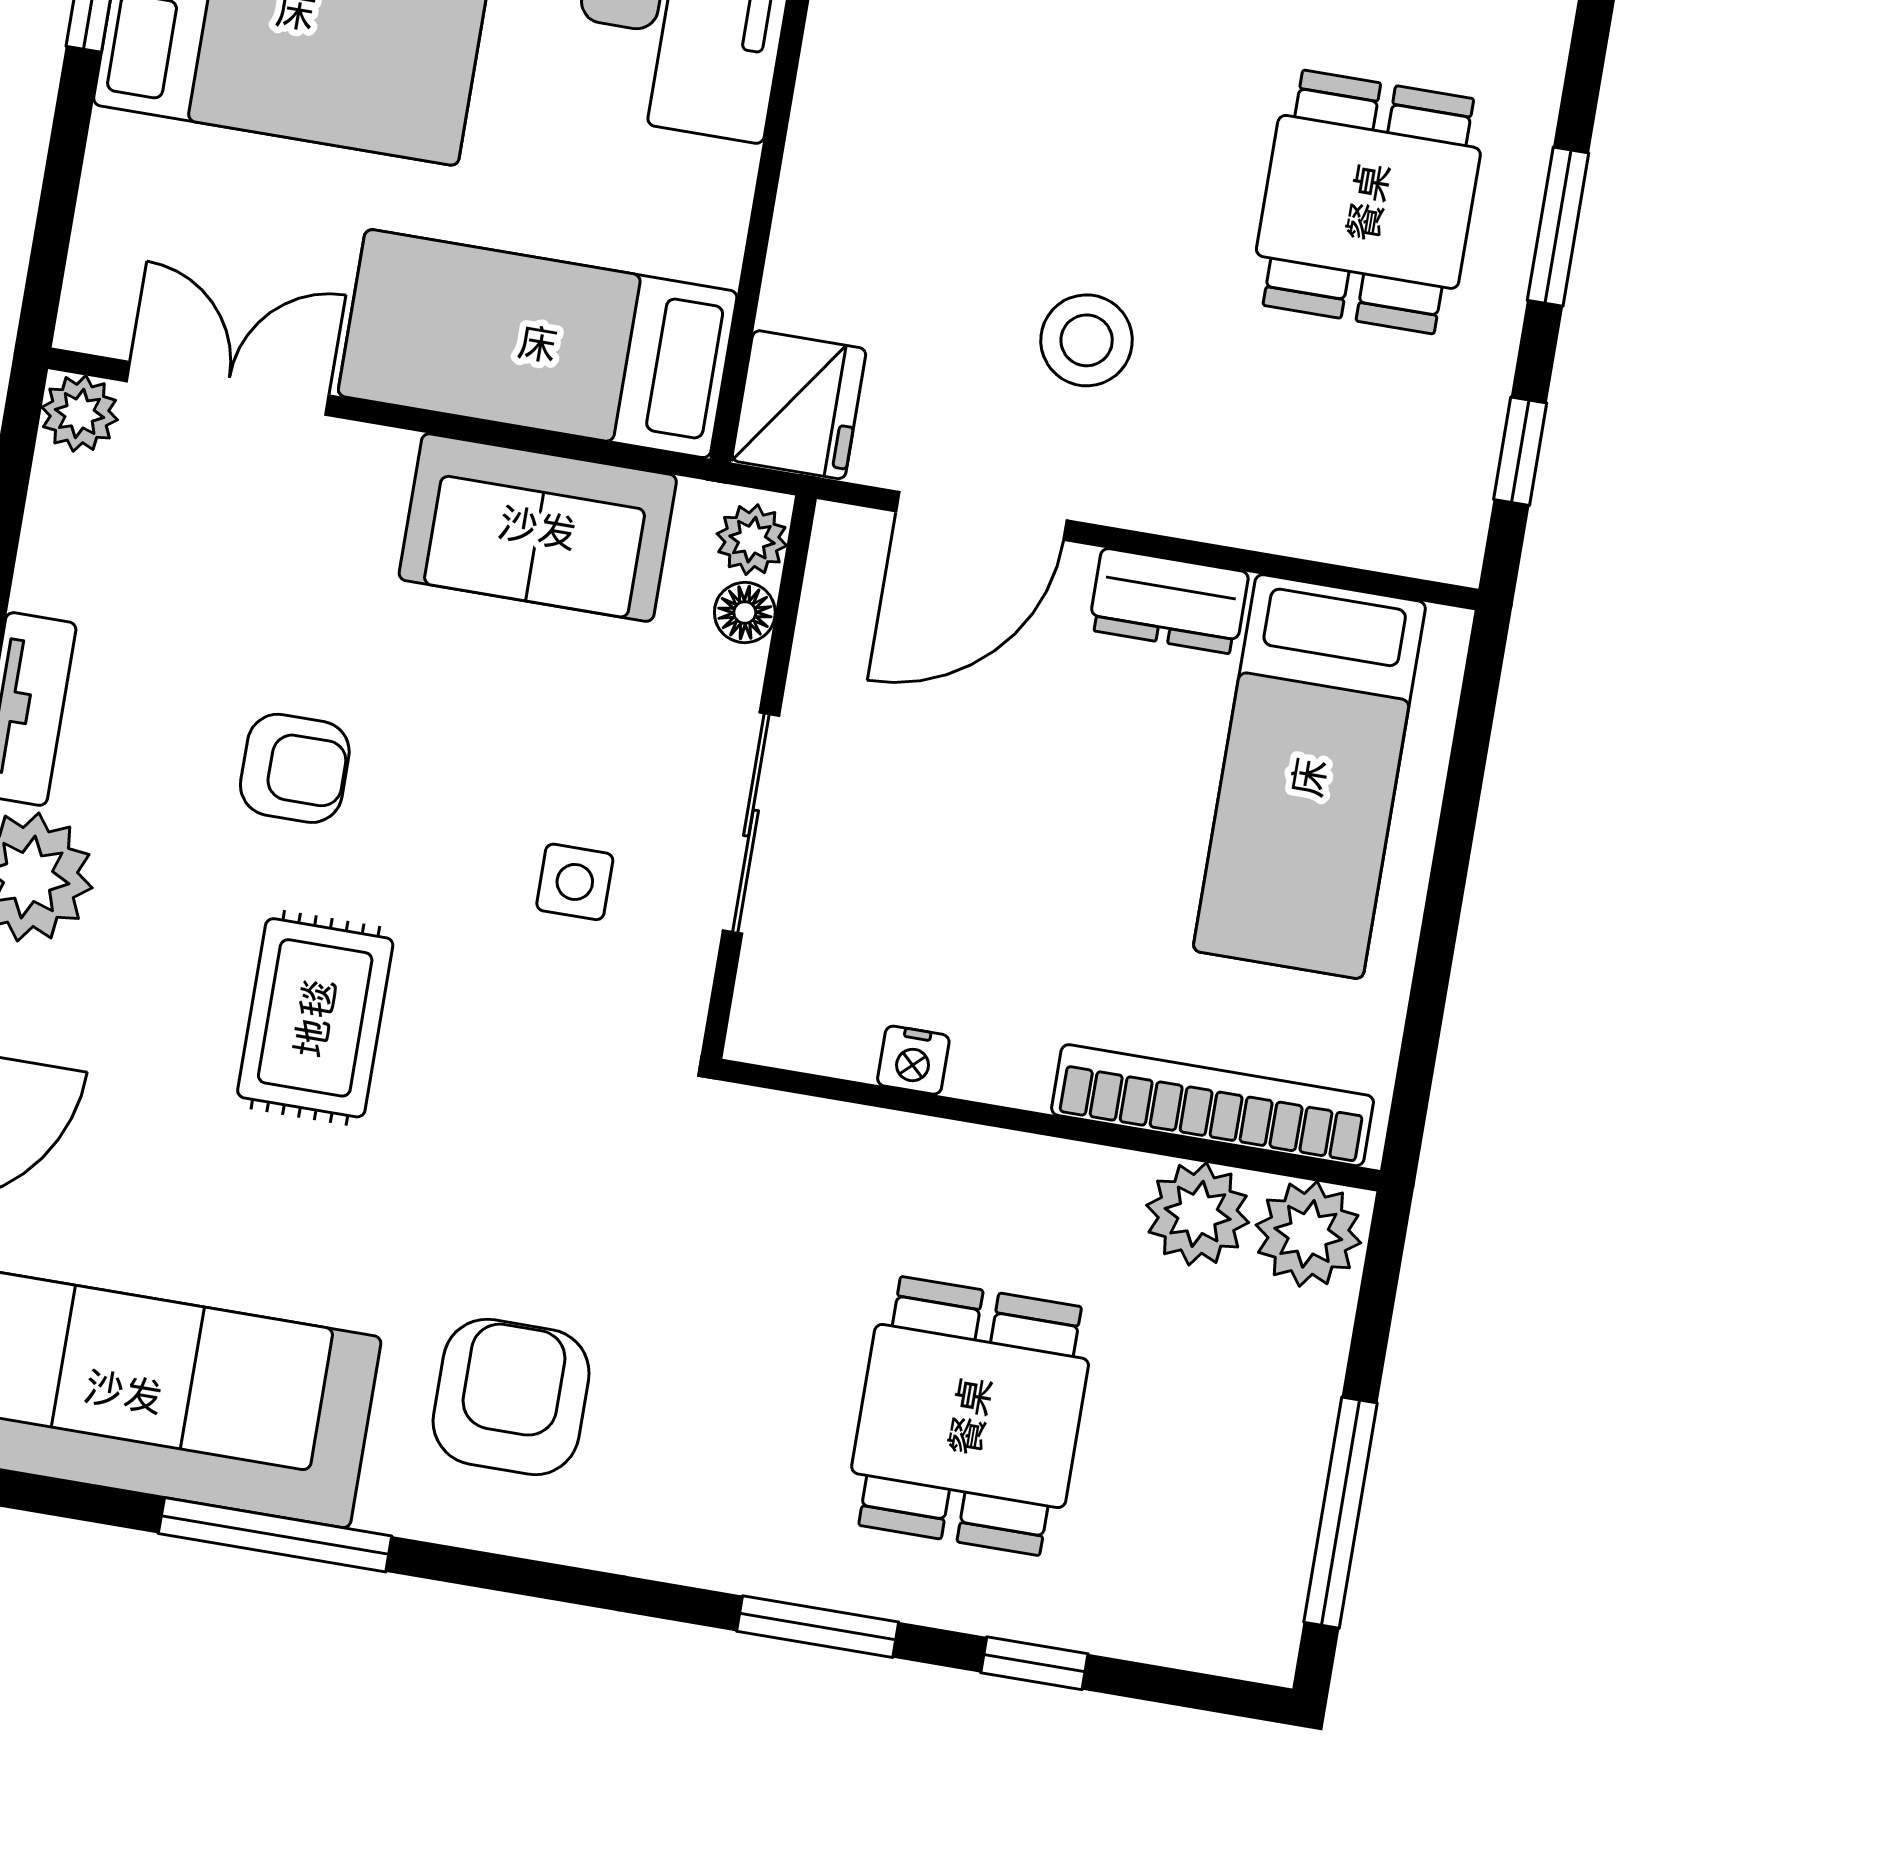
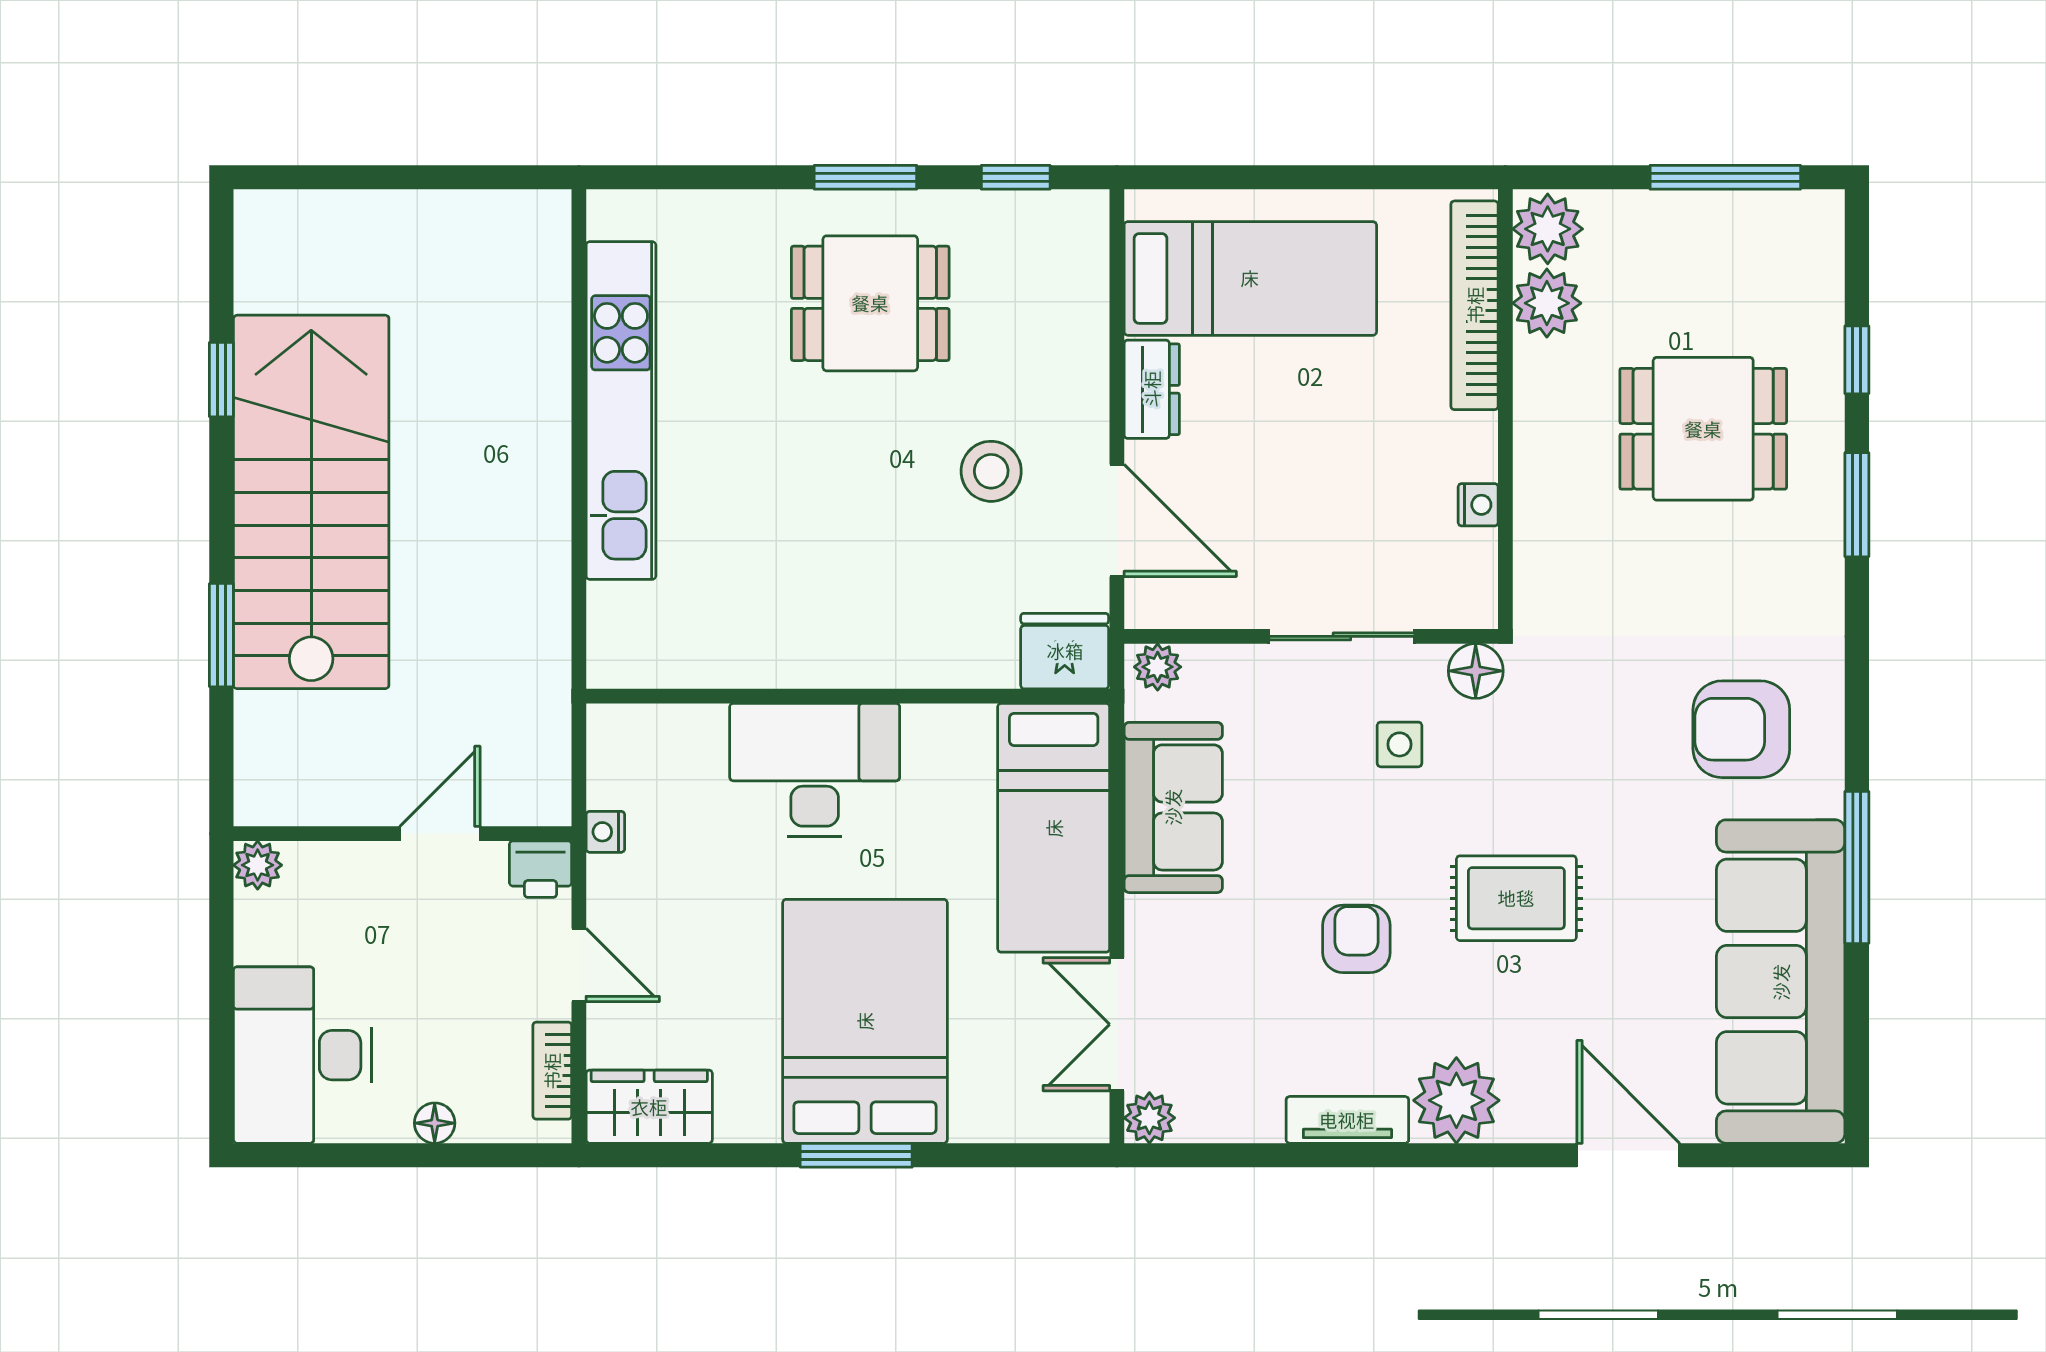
floor lamp: (745, 612) -> (1476, 671), moved, width x1.37, depth x1.37

